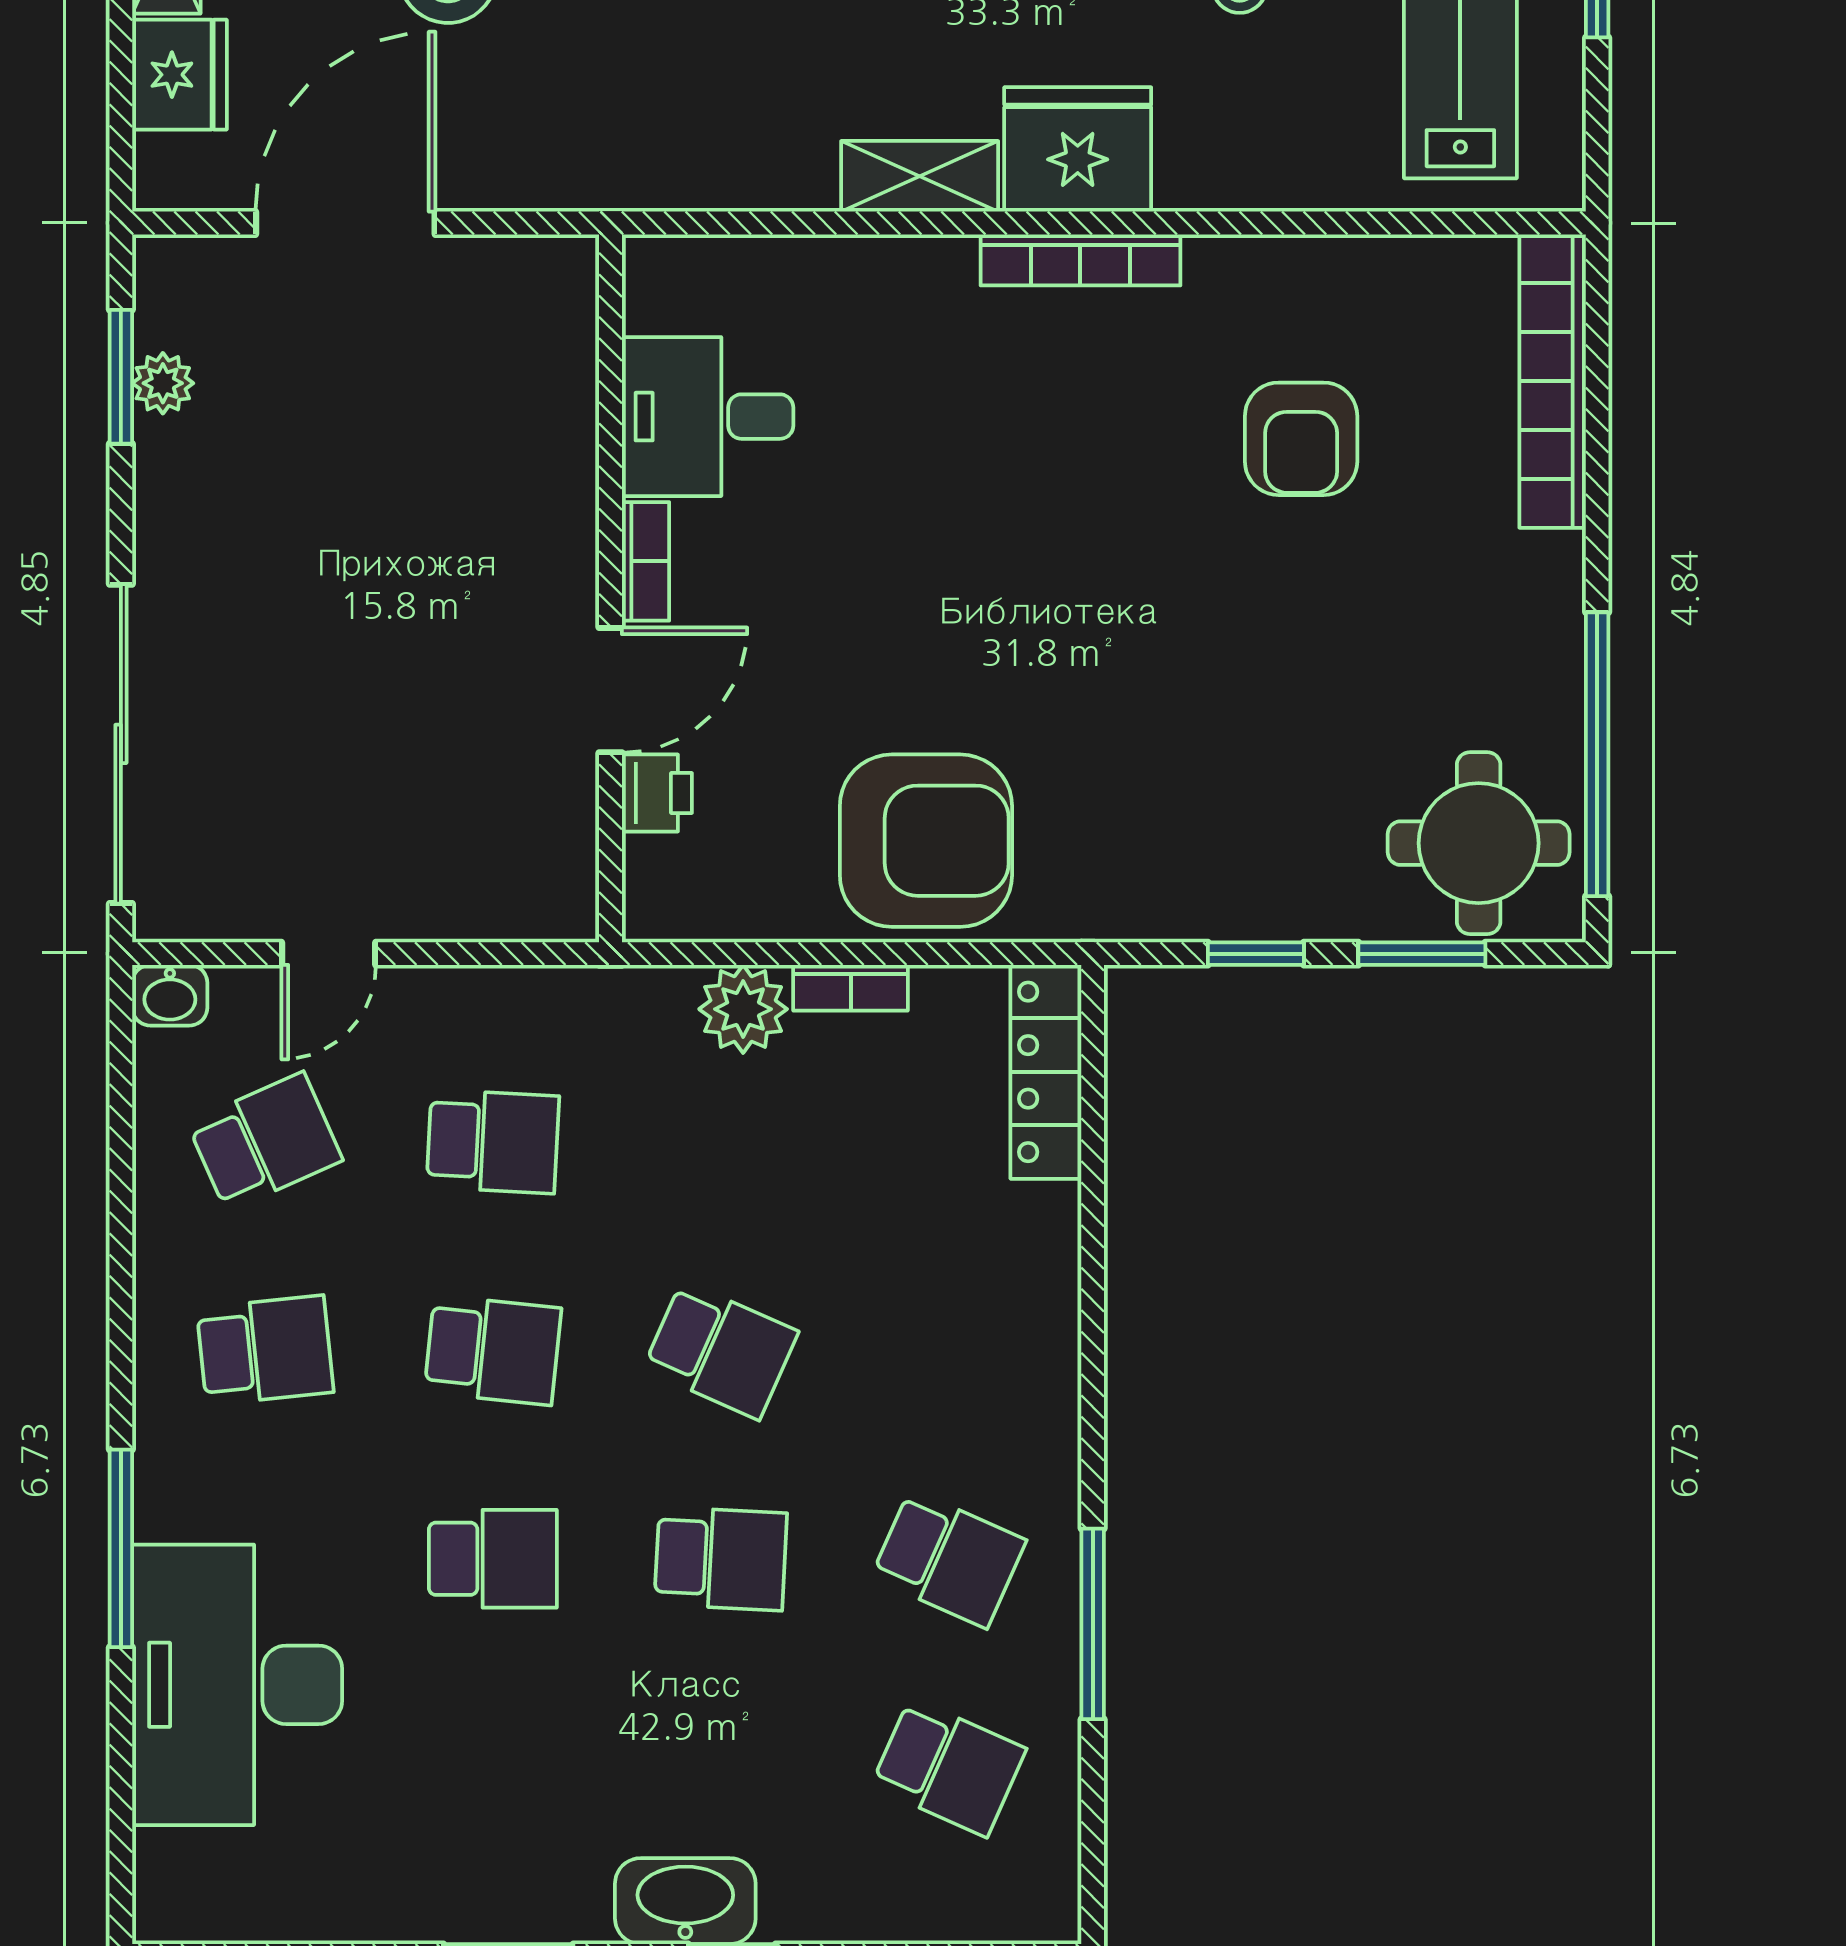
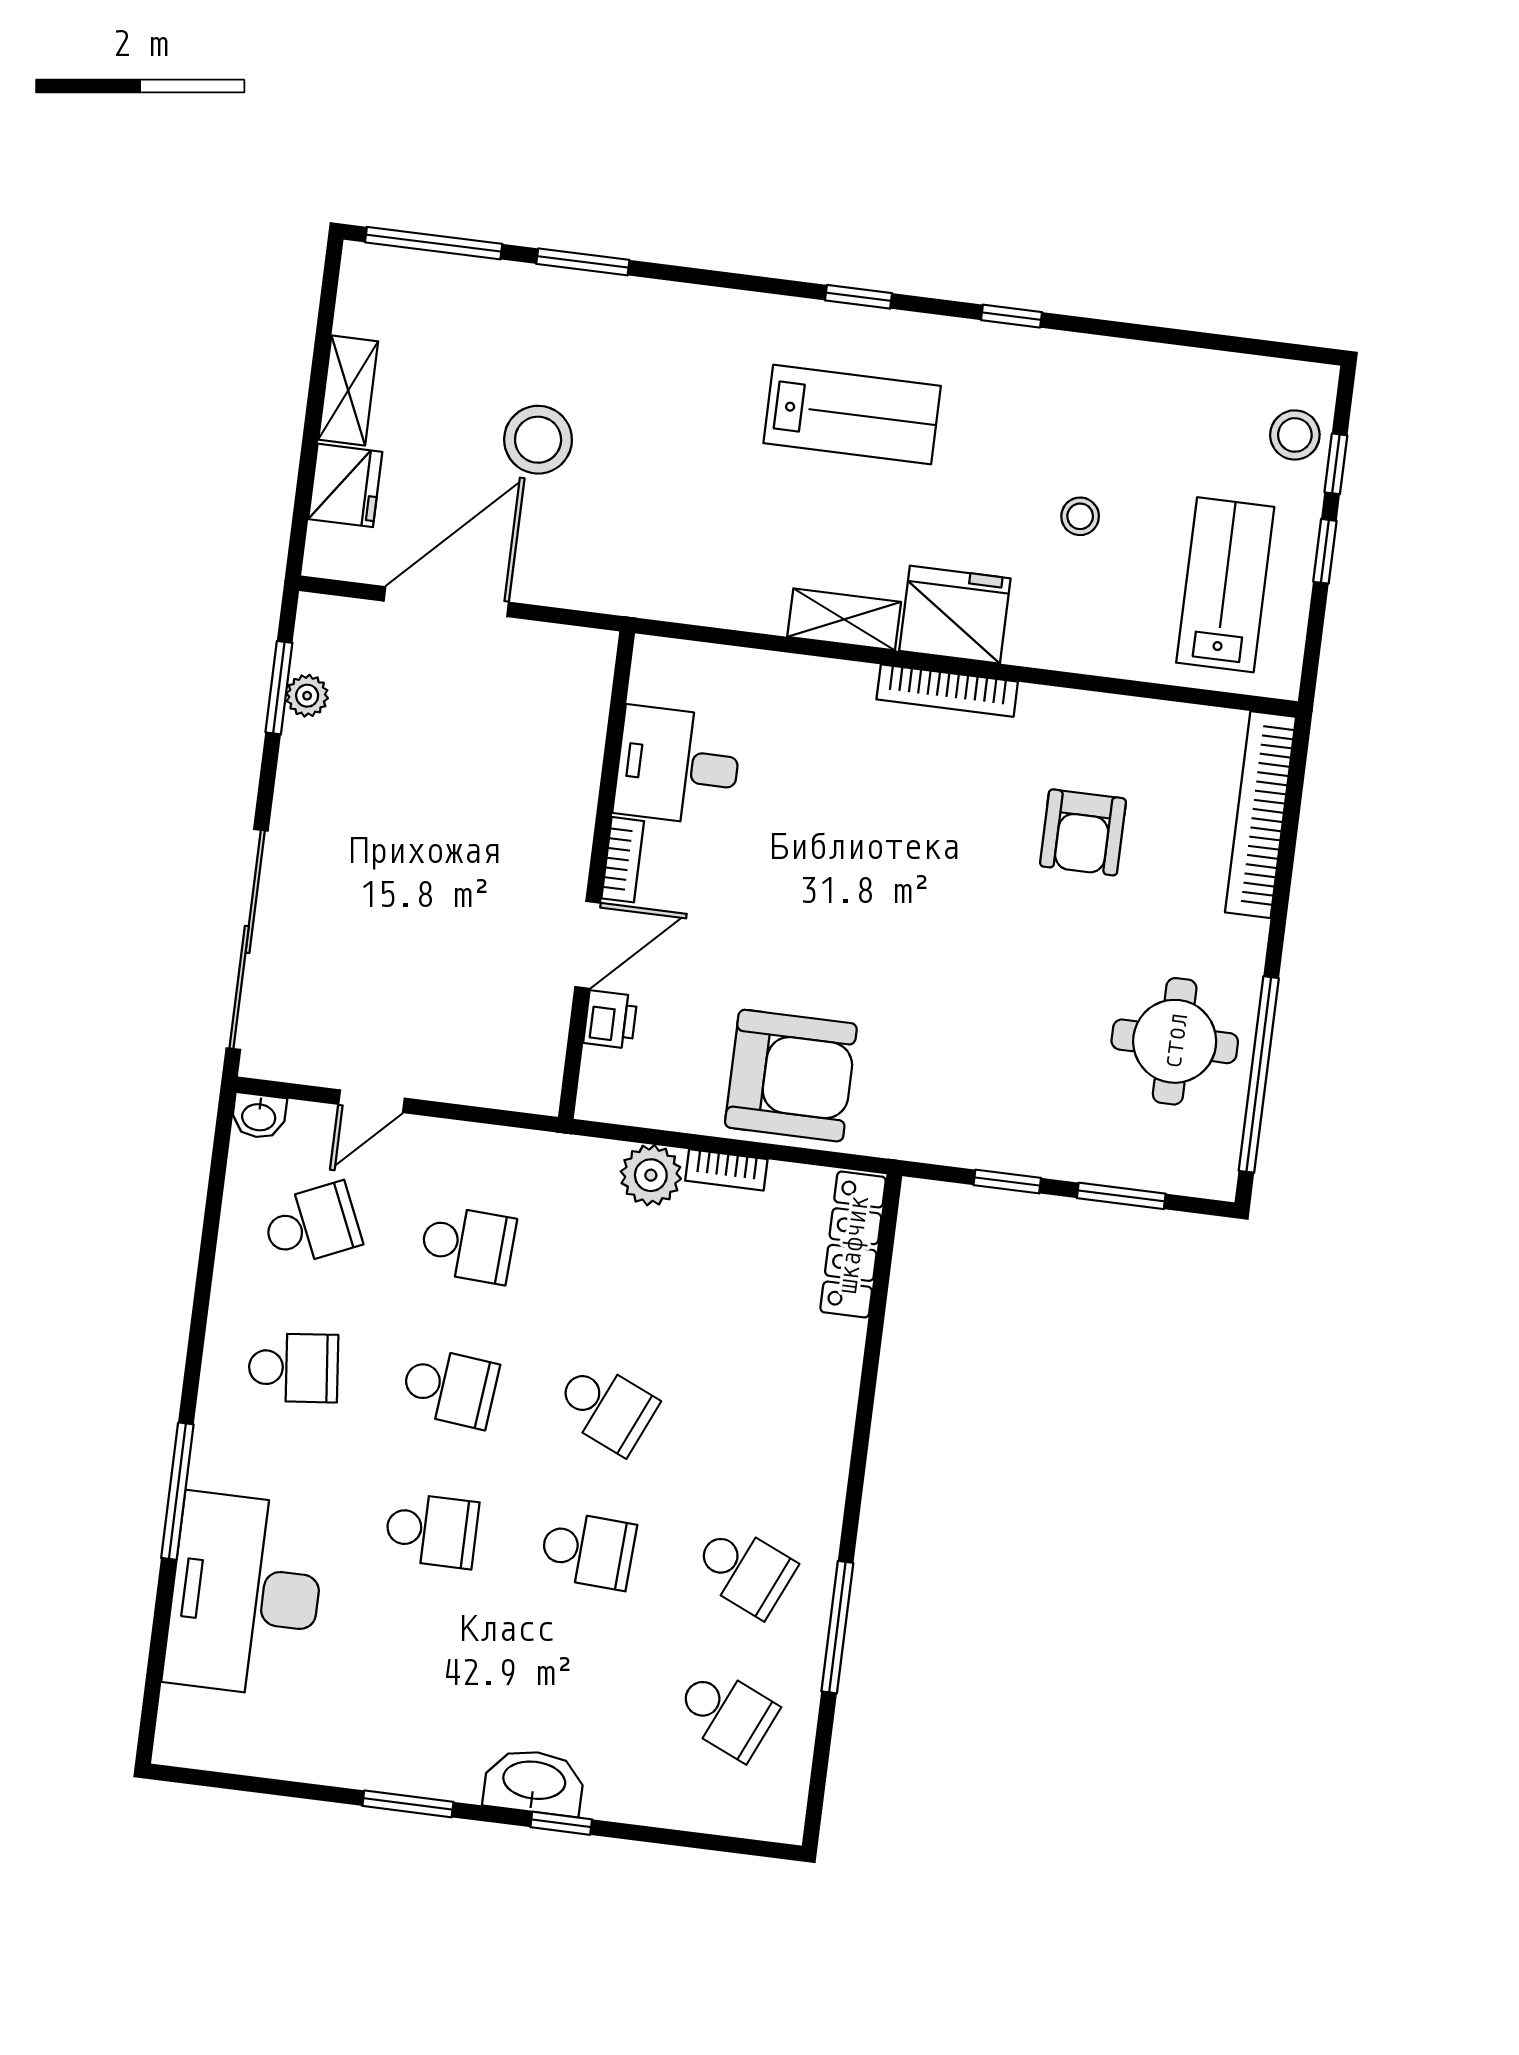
round table: (1479, 843) -> (1175, 1041), moved

